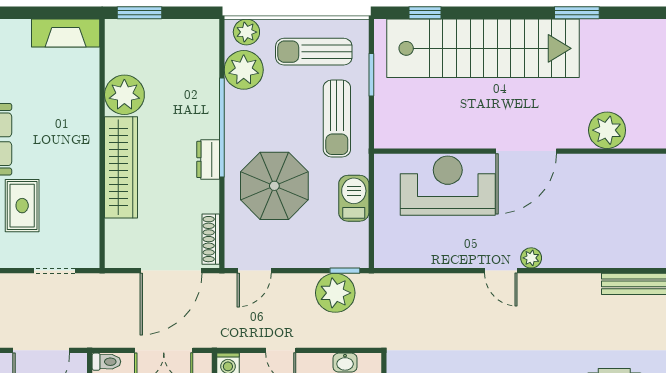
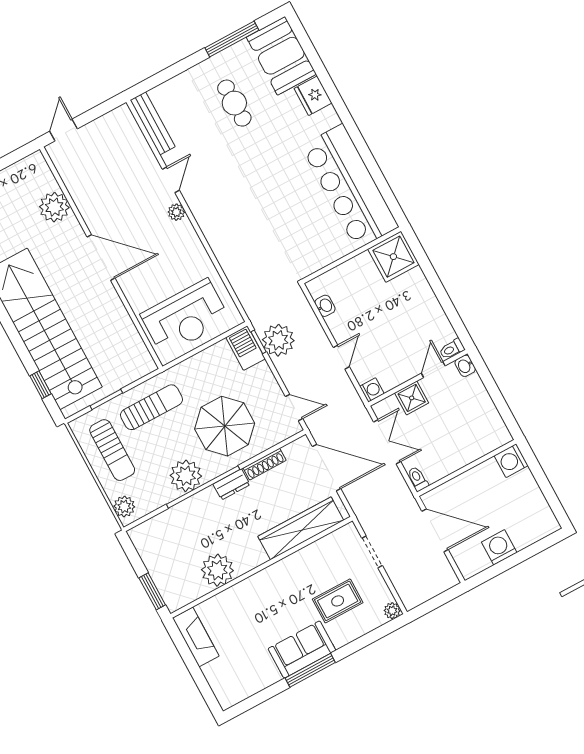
plant: (244, 70) -> (186, 476), moved
wardrobe: (121, 167) -> (301, 528), moved
reception desk: (448, 186) -> (185, 317), moved, turned -90
barbecue: (354, 198) -> (245, 348), moved, turned 90
shoe rack: (211, 239) -> (265, 464), moved
door: (501, 271) -> (171, 180), moved

